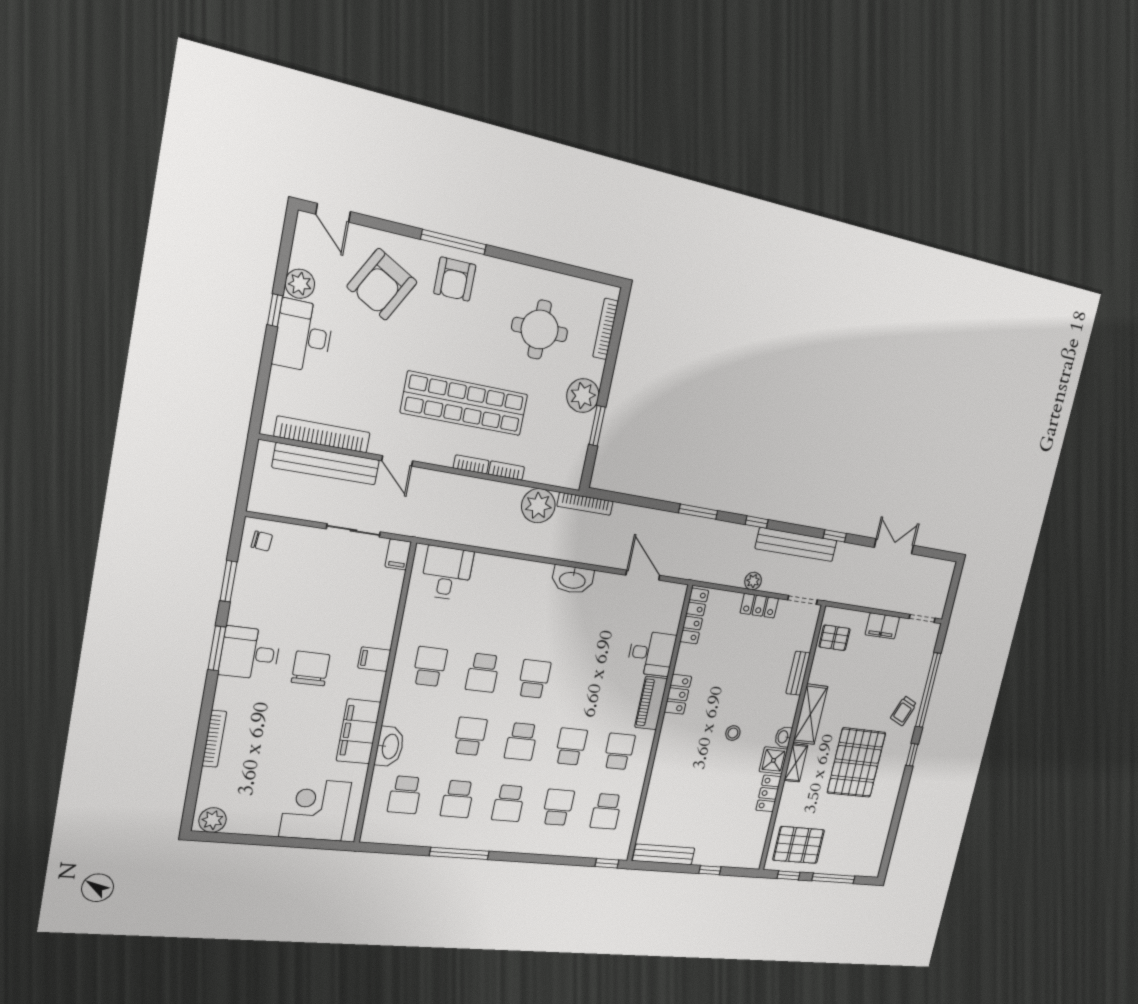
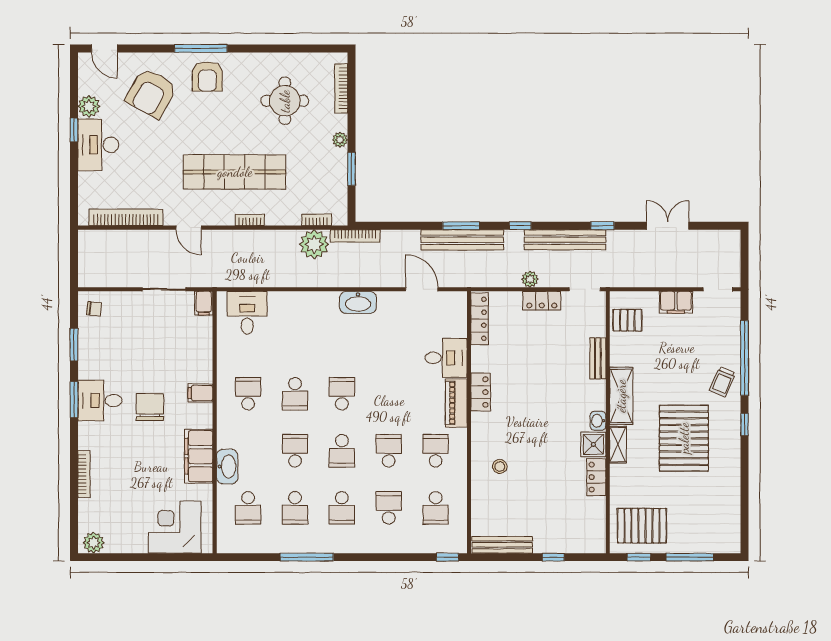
plant: (583, 396) -> (340, 140), width x0.53, depth x0.53
bench: (326, 464) -> (462, 240), moved
bookcase: (506, 471) -> (317, 220), moved
stool: (733, 733) -> (500, 466), moved

